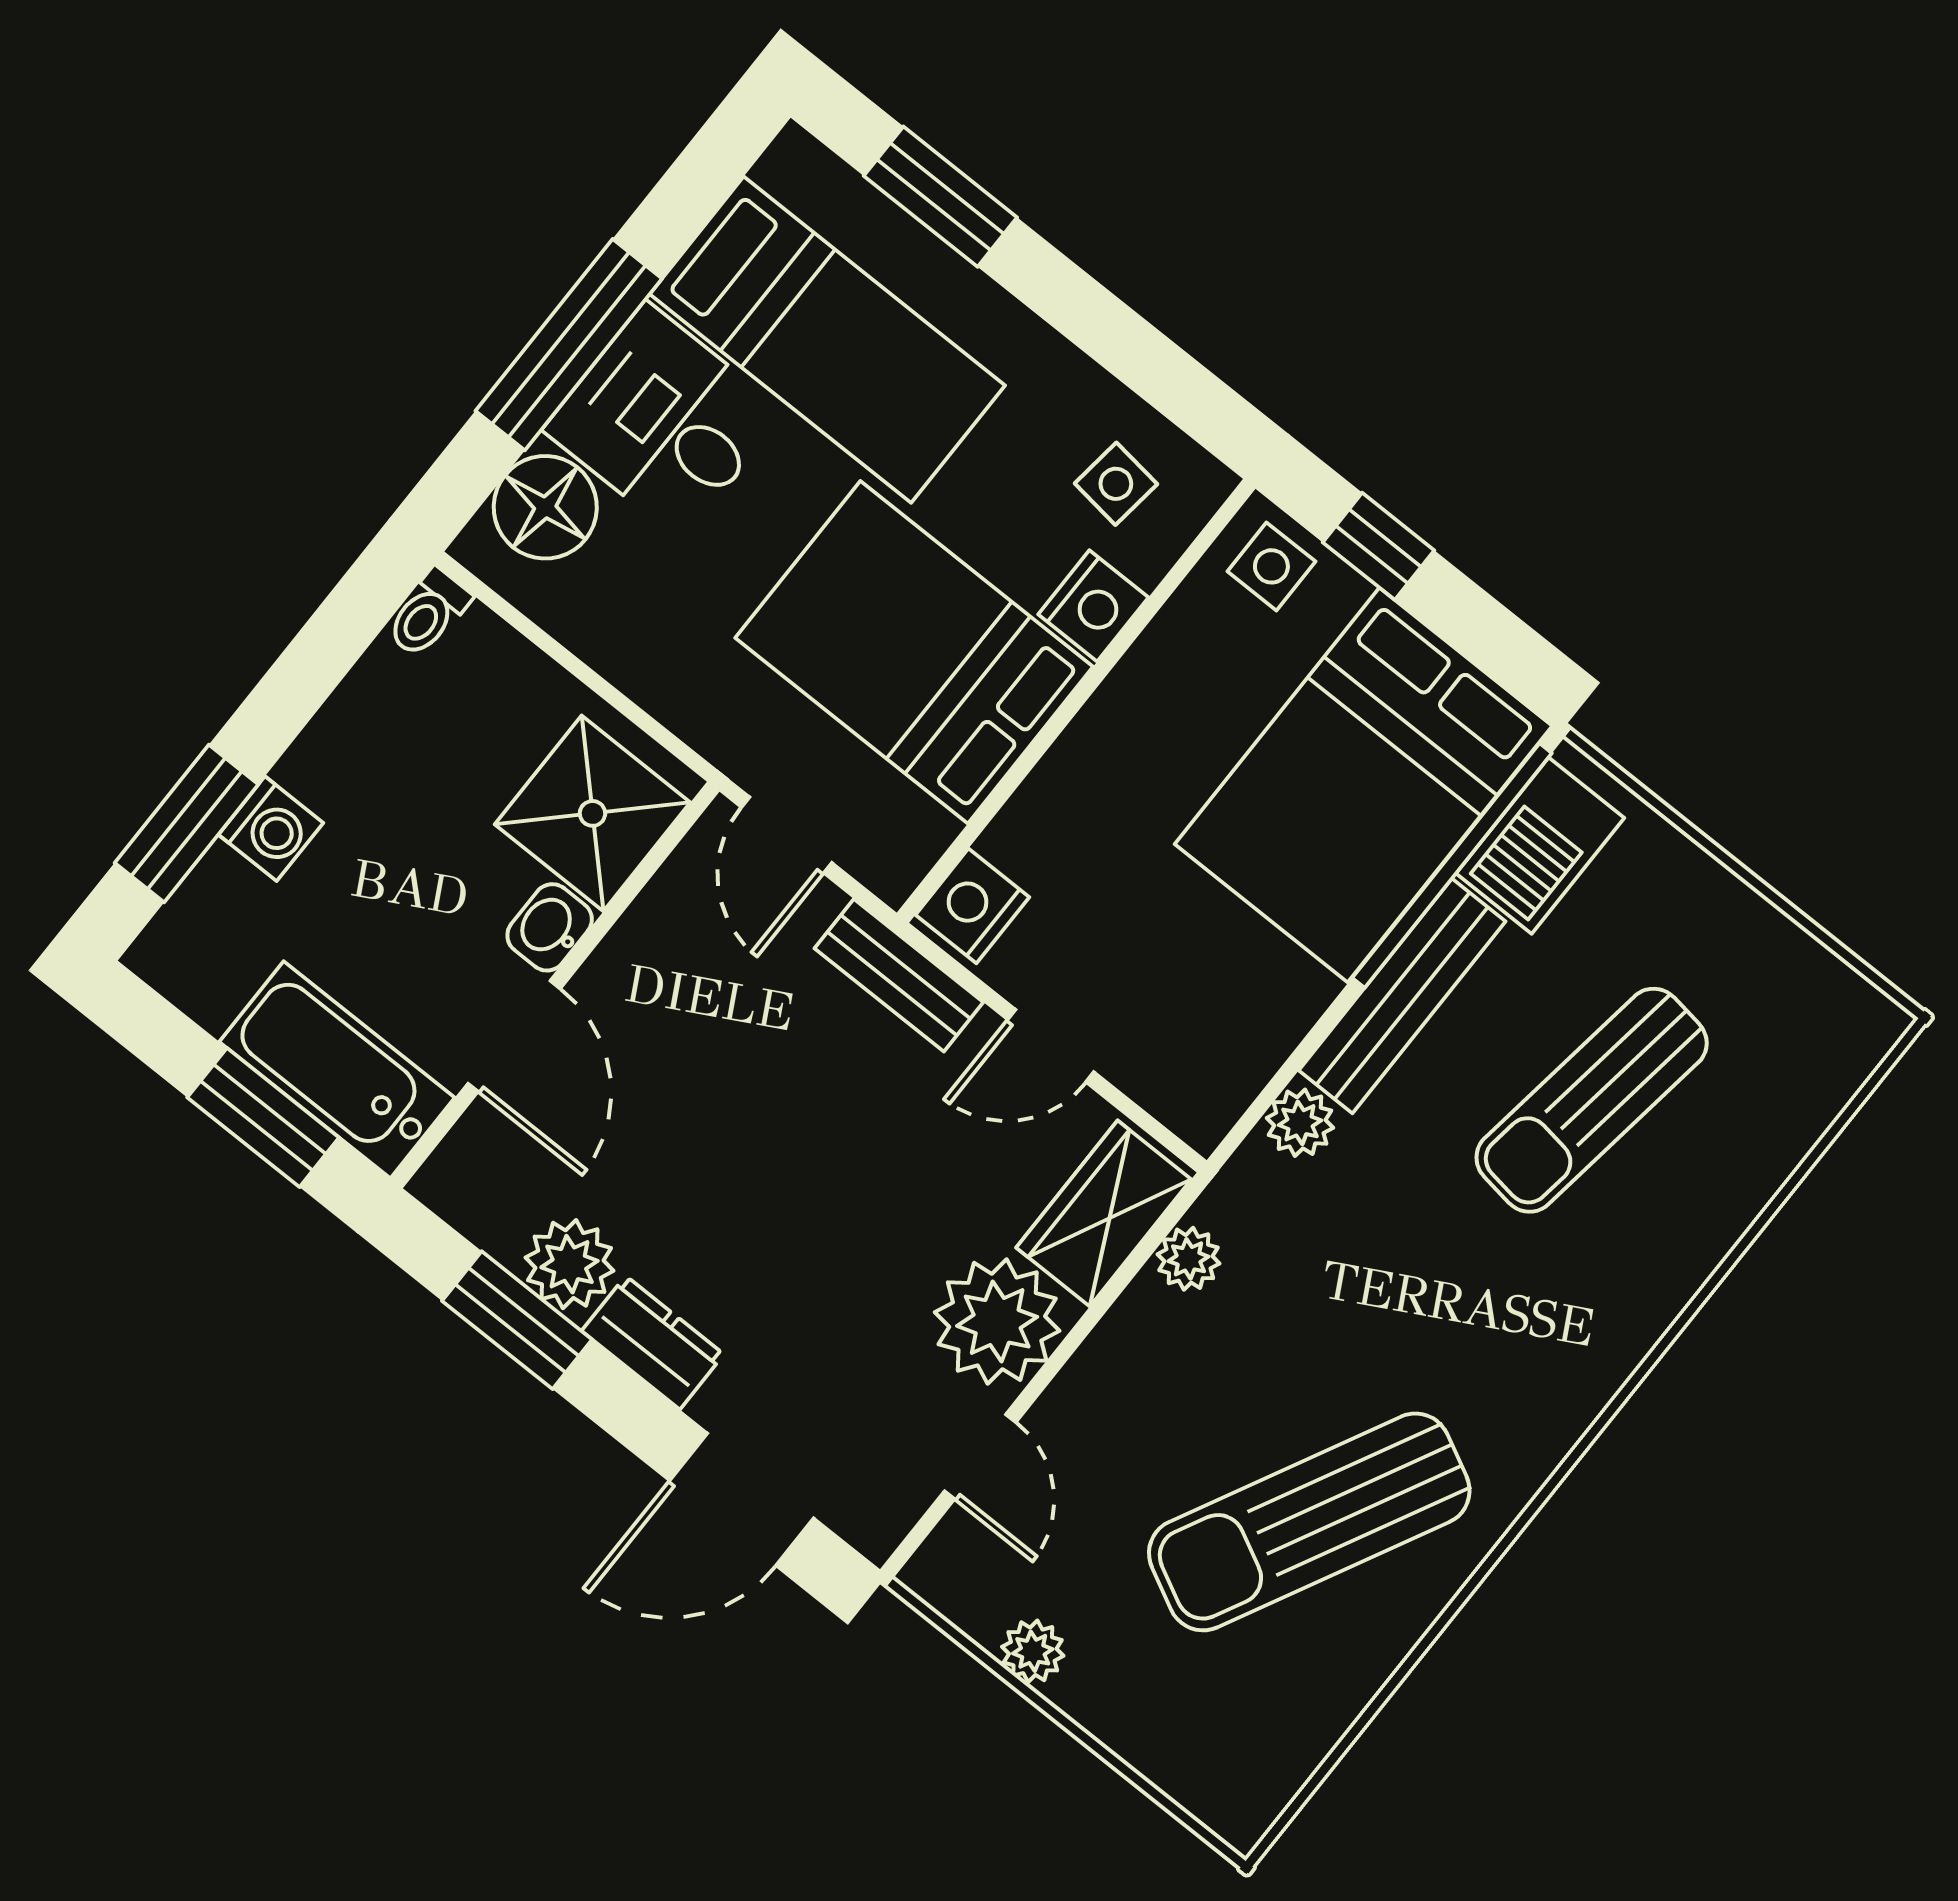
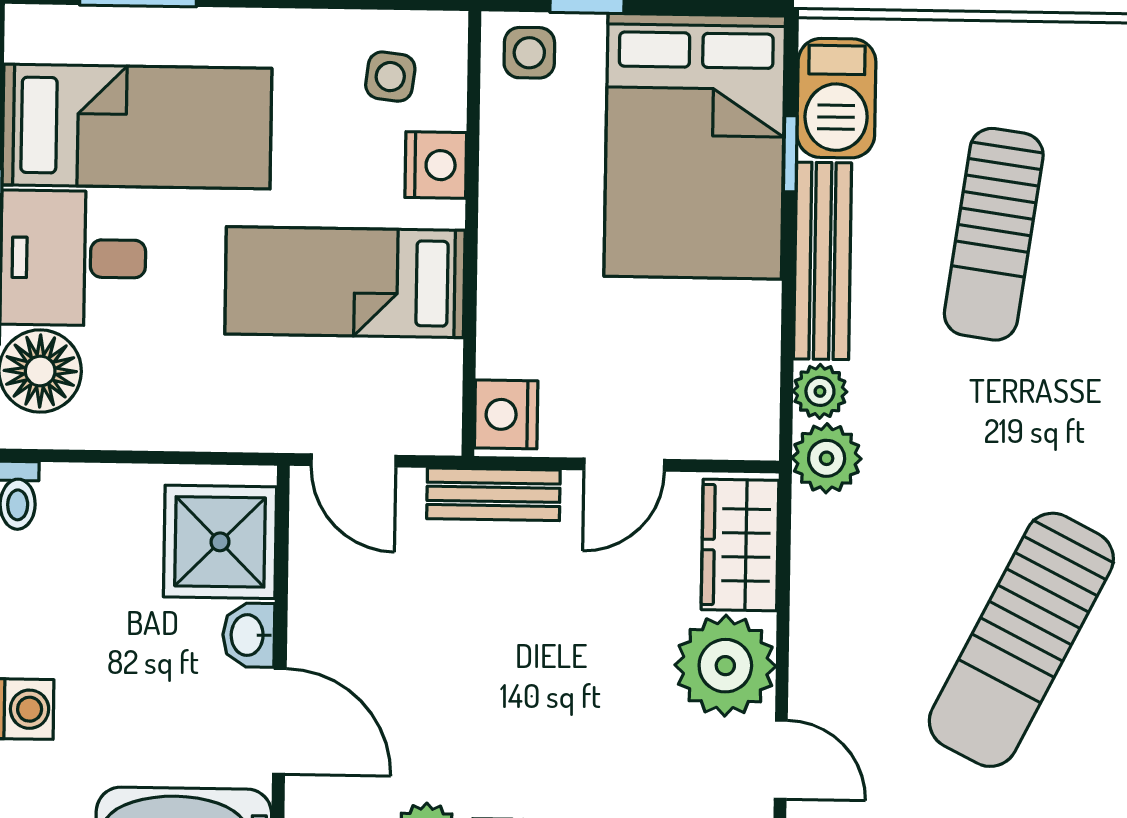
bed: (914, 652) -> (345, 282), width x0.67
window: (1452, 865) -> (790, 154), width x0.32
plant: (1189, 1259) -> (827, 458), moved, width x1.38, depth x1.38

